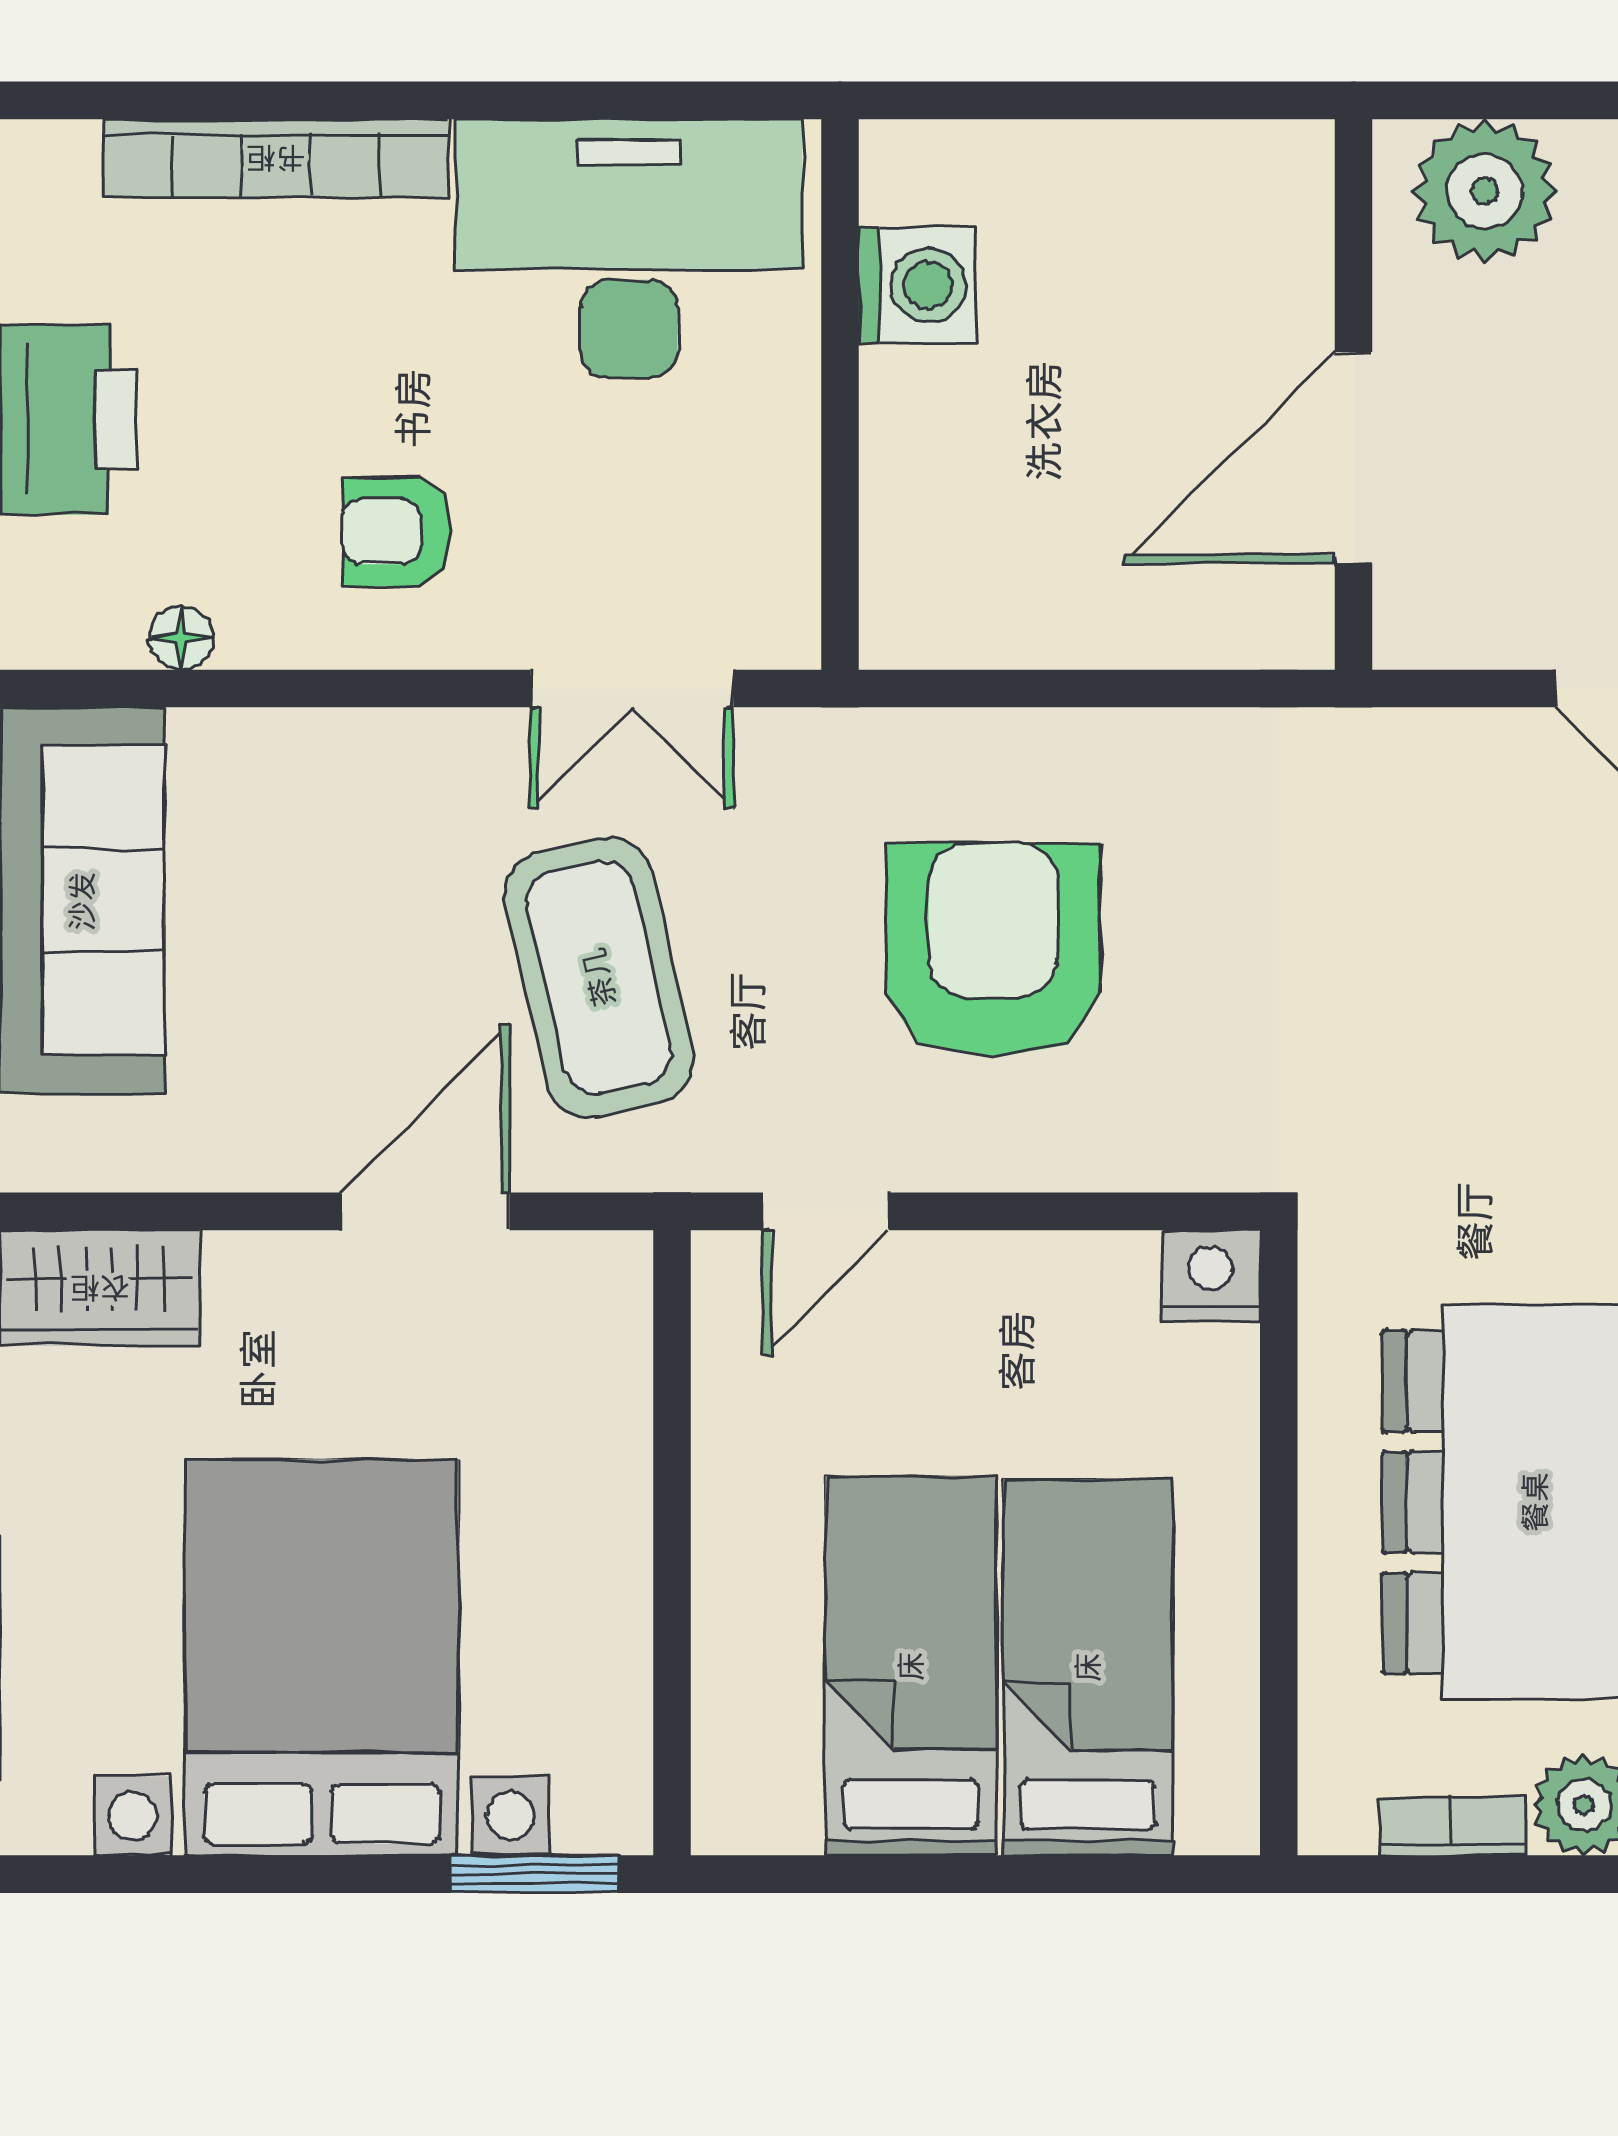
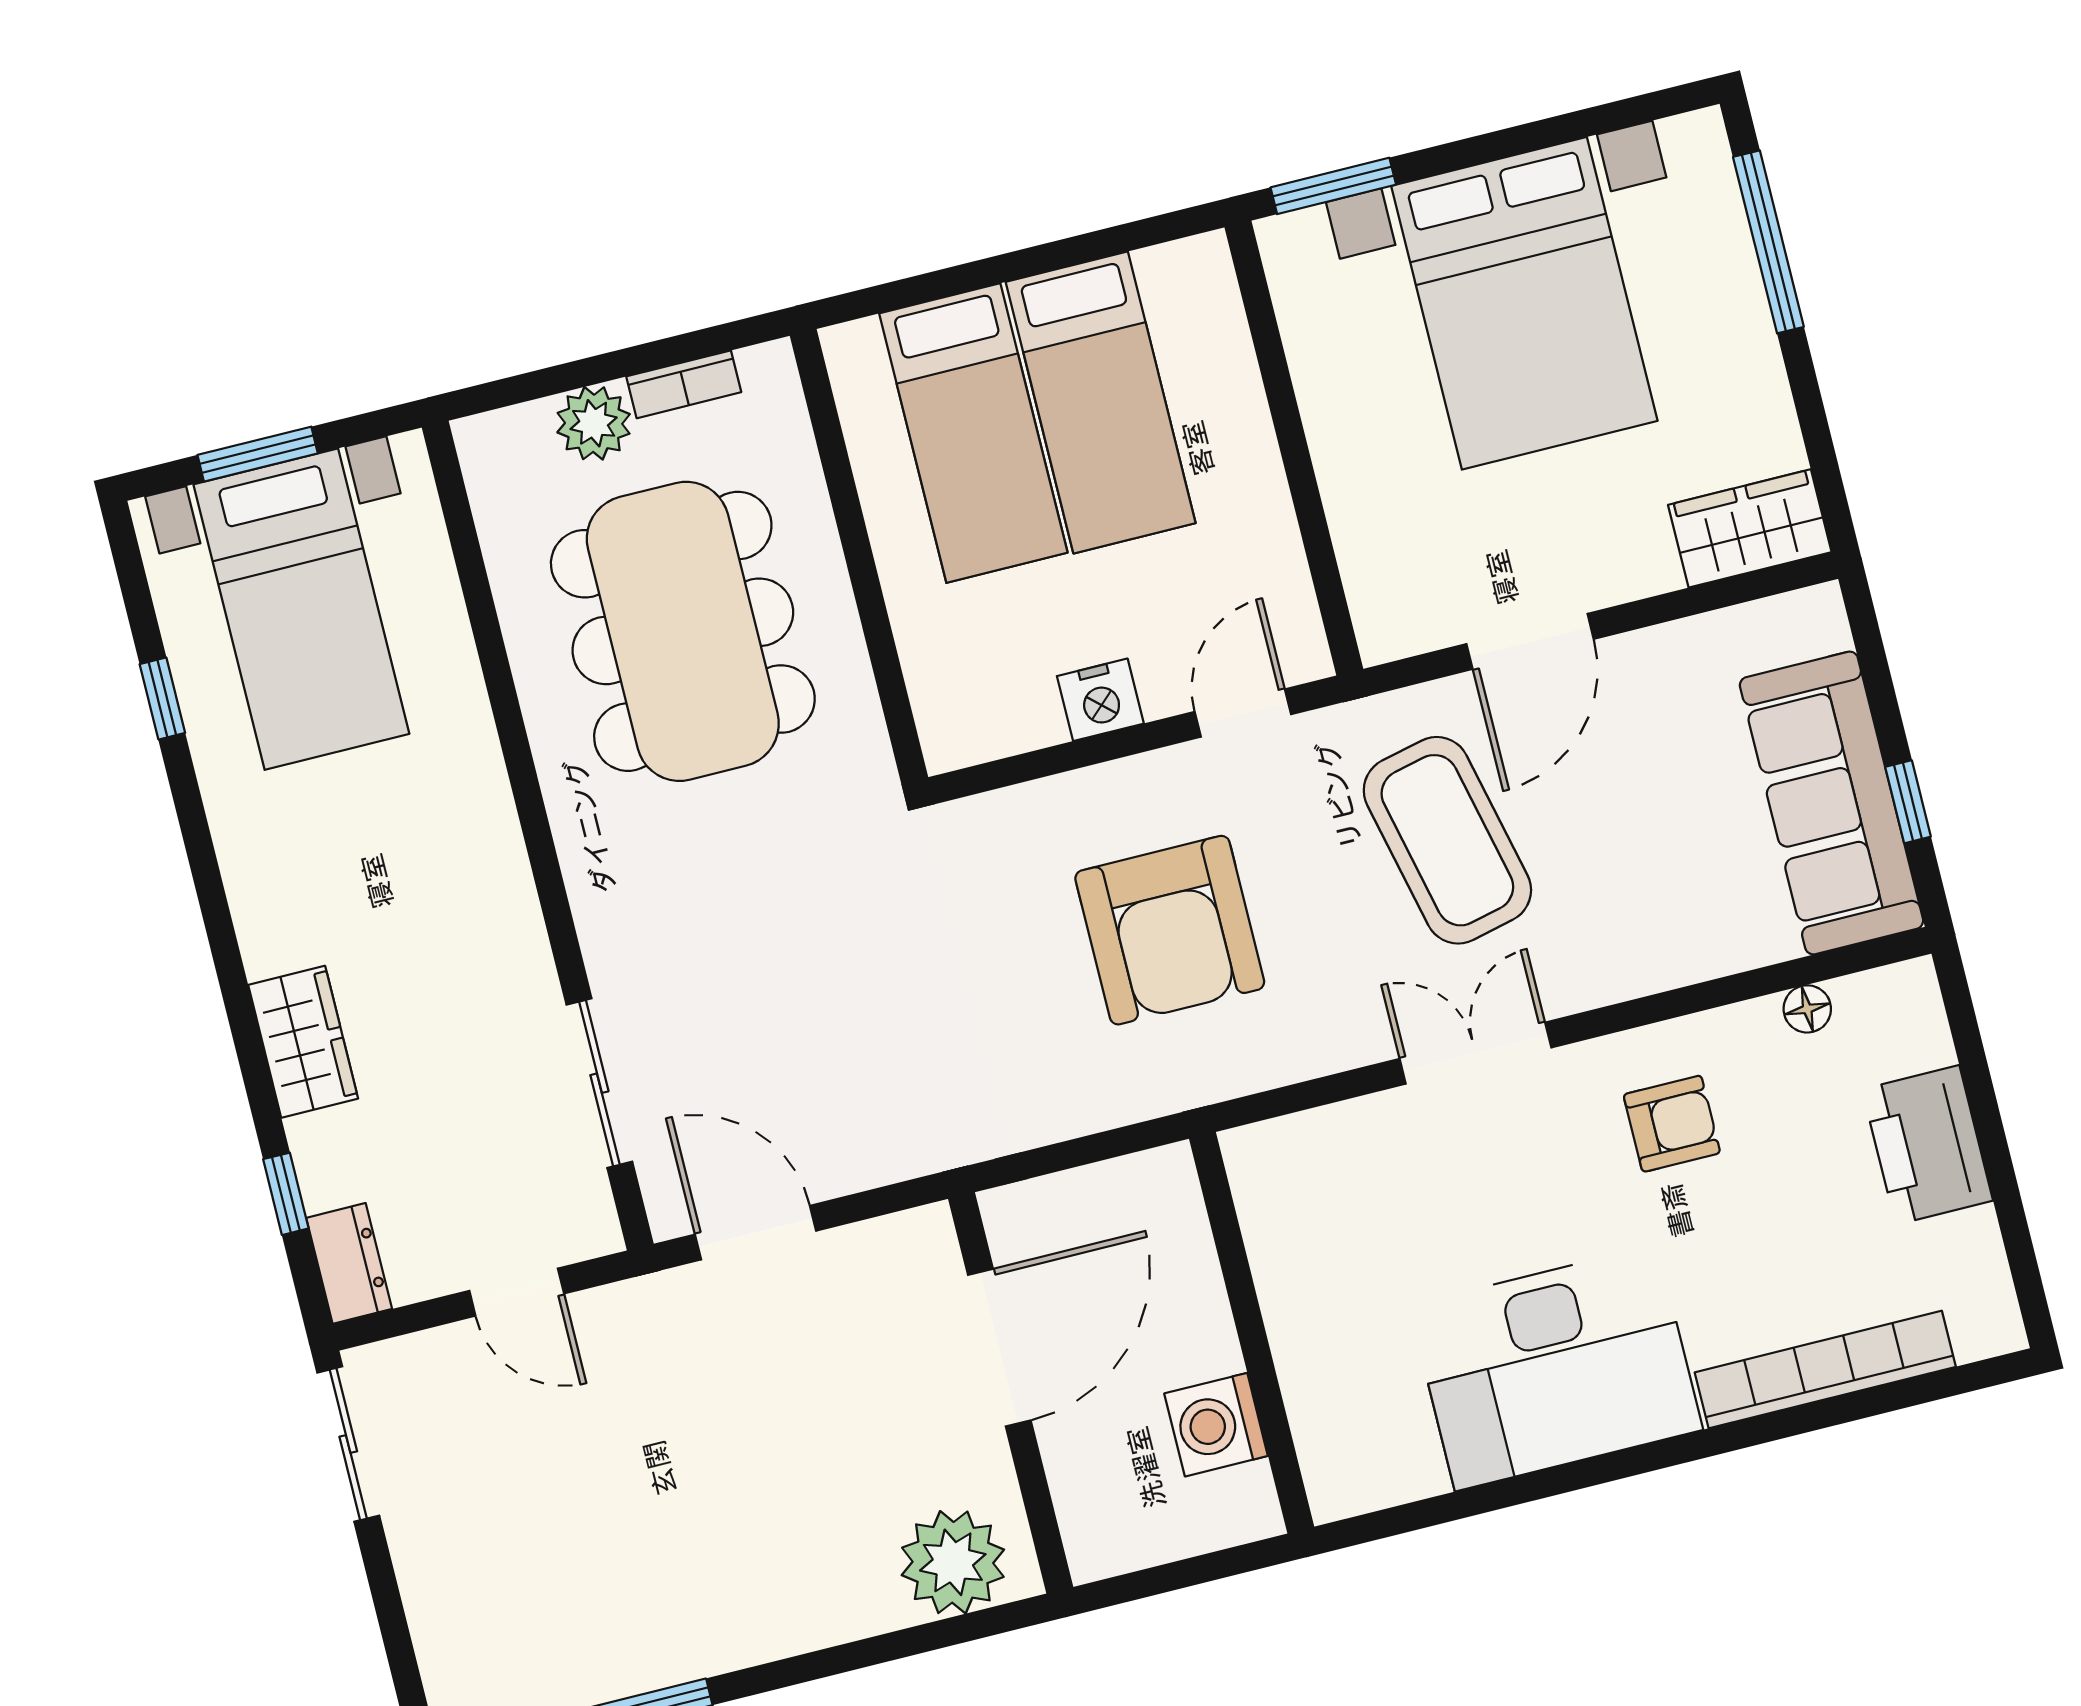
washing machine: (917, 285) -> (1216, 1425), moved
wall: (840, 394) -> (1252, 1333), moved
nightstand: (1211, 1275) -> (1100, 700), moved

